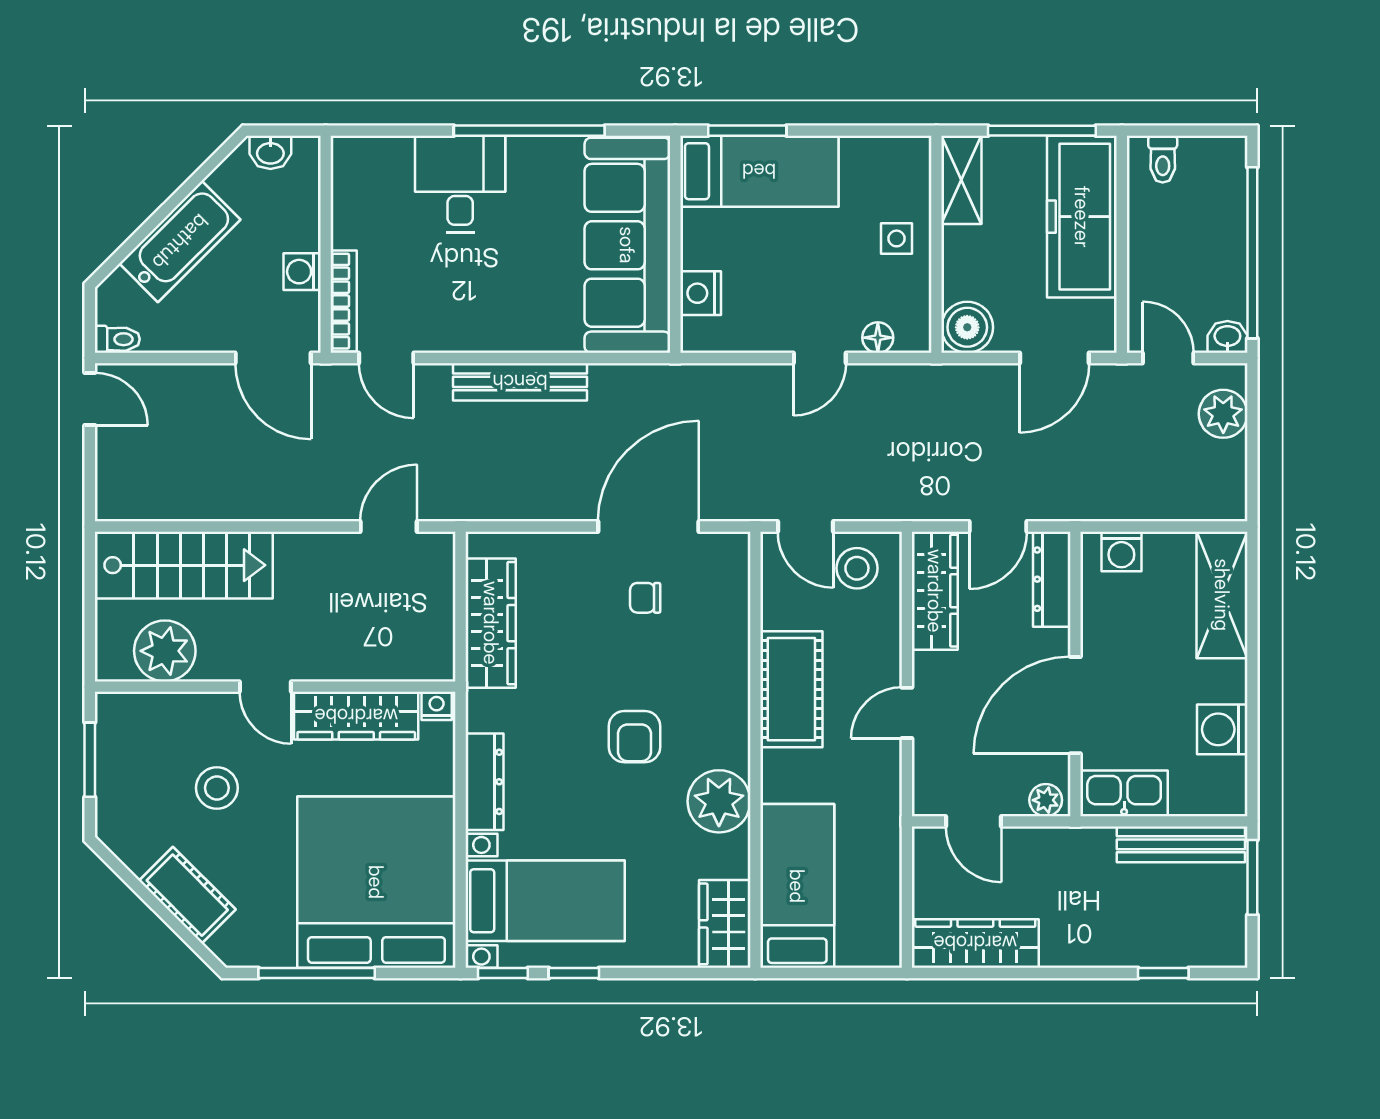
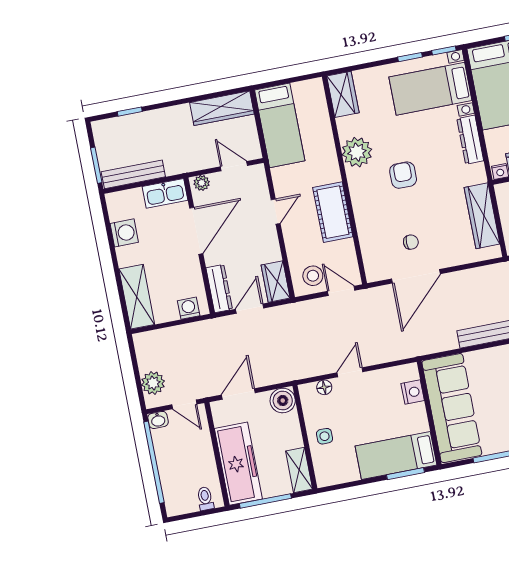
wardrobe: (935, 591) -> (276, 282), width x0.67
bed: (797, 886) -> (280, 125), moved

